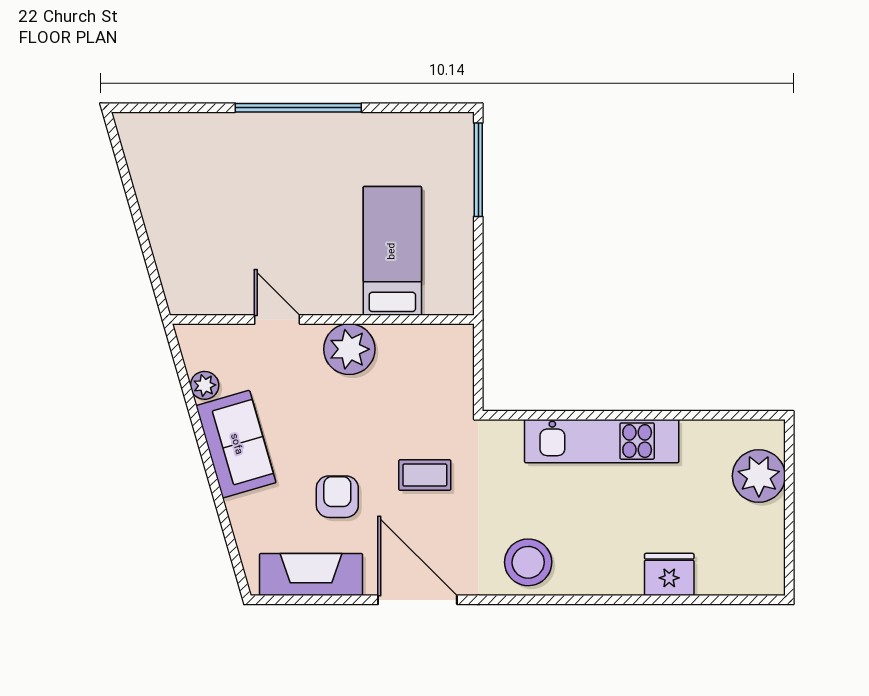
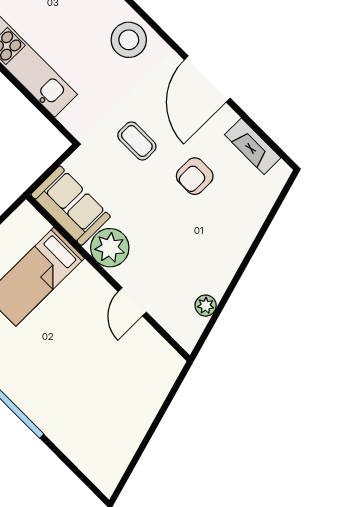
sofa: (236, 444) -> (71, 206), moved, turned 106
fireplace: (311, 575) -> (253, 146), width x0.73, depth x0.76

